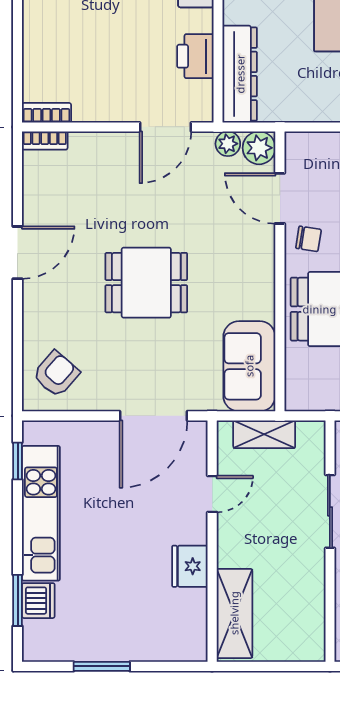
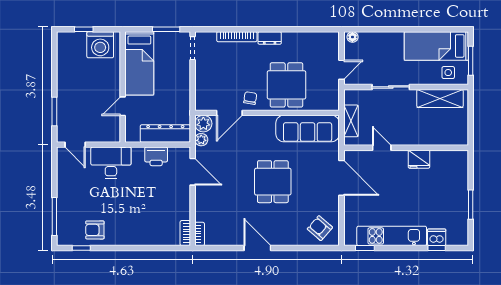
sofa: (249, 366) -> (308, 129), width x1.36
window: (18, 600) -> (437, 248), width x0.67
shelving: (234, 613) -> (440, 98), moved

